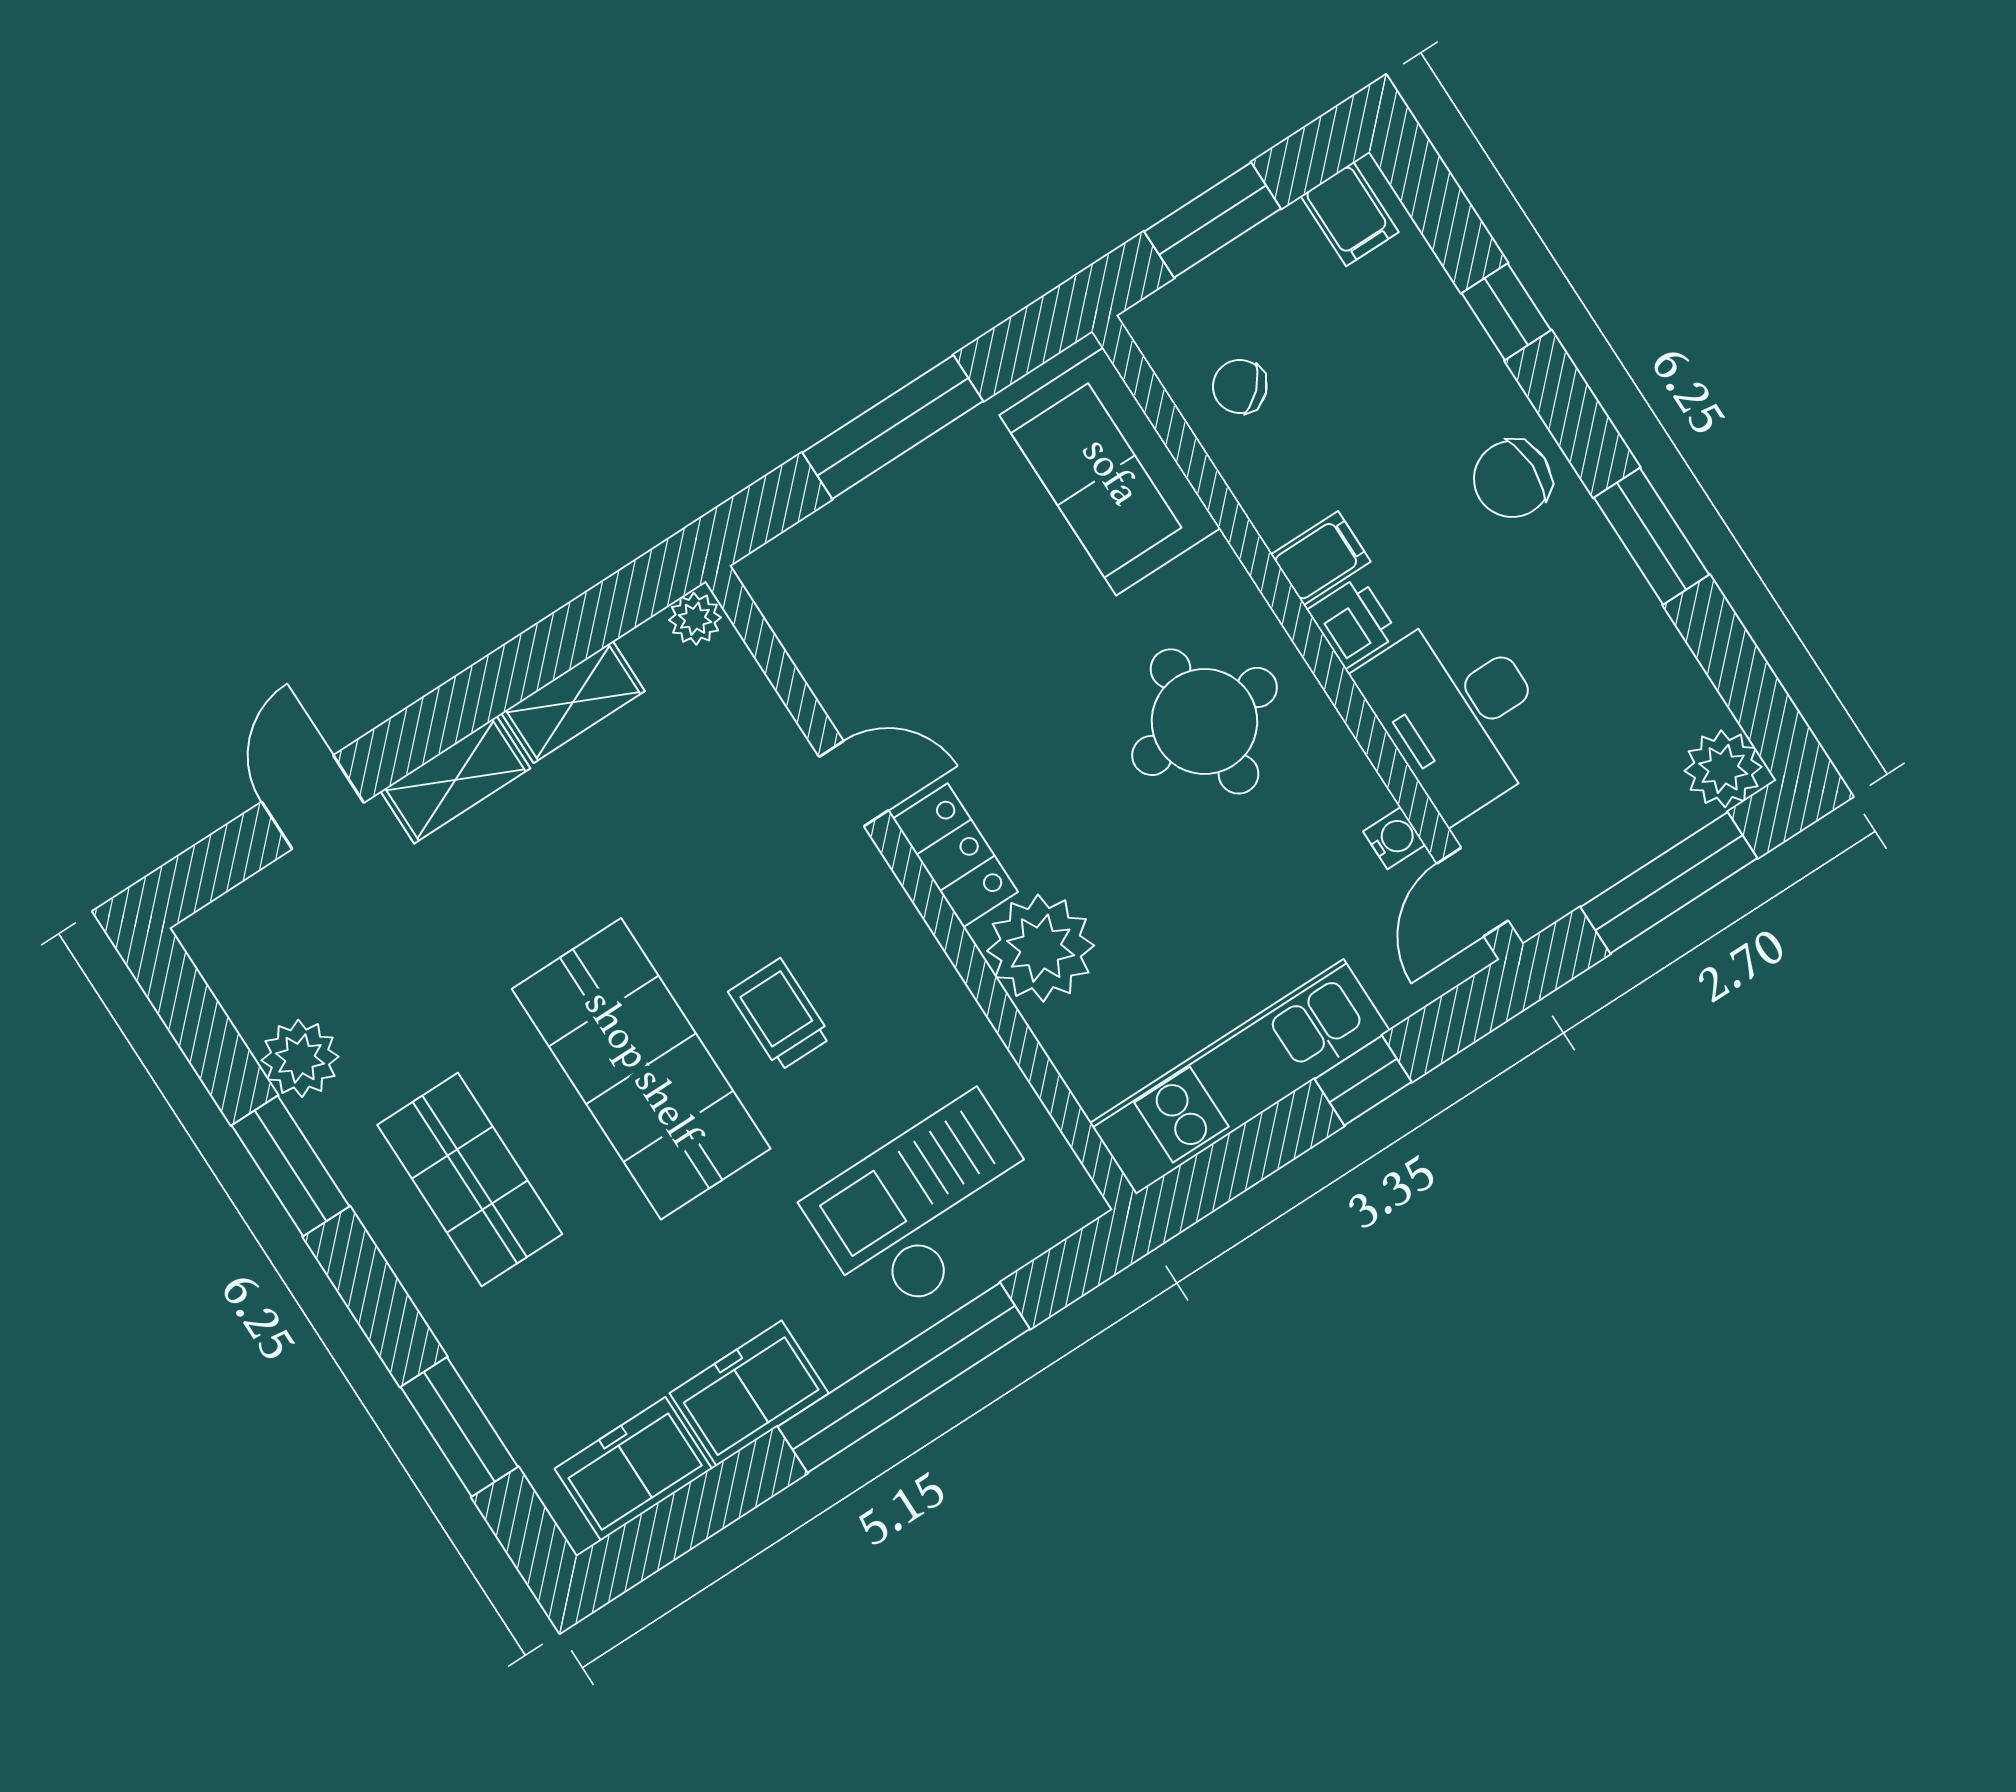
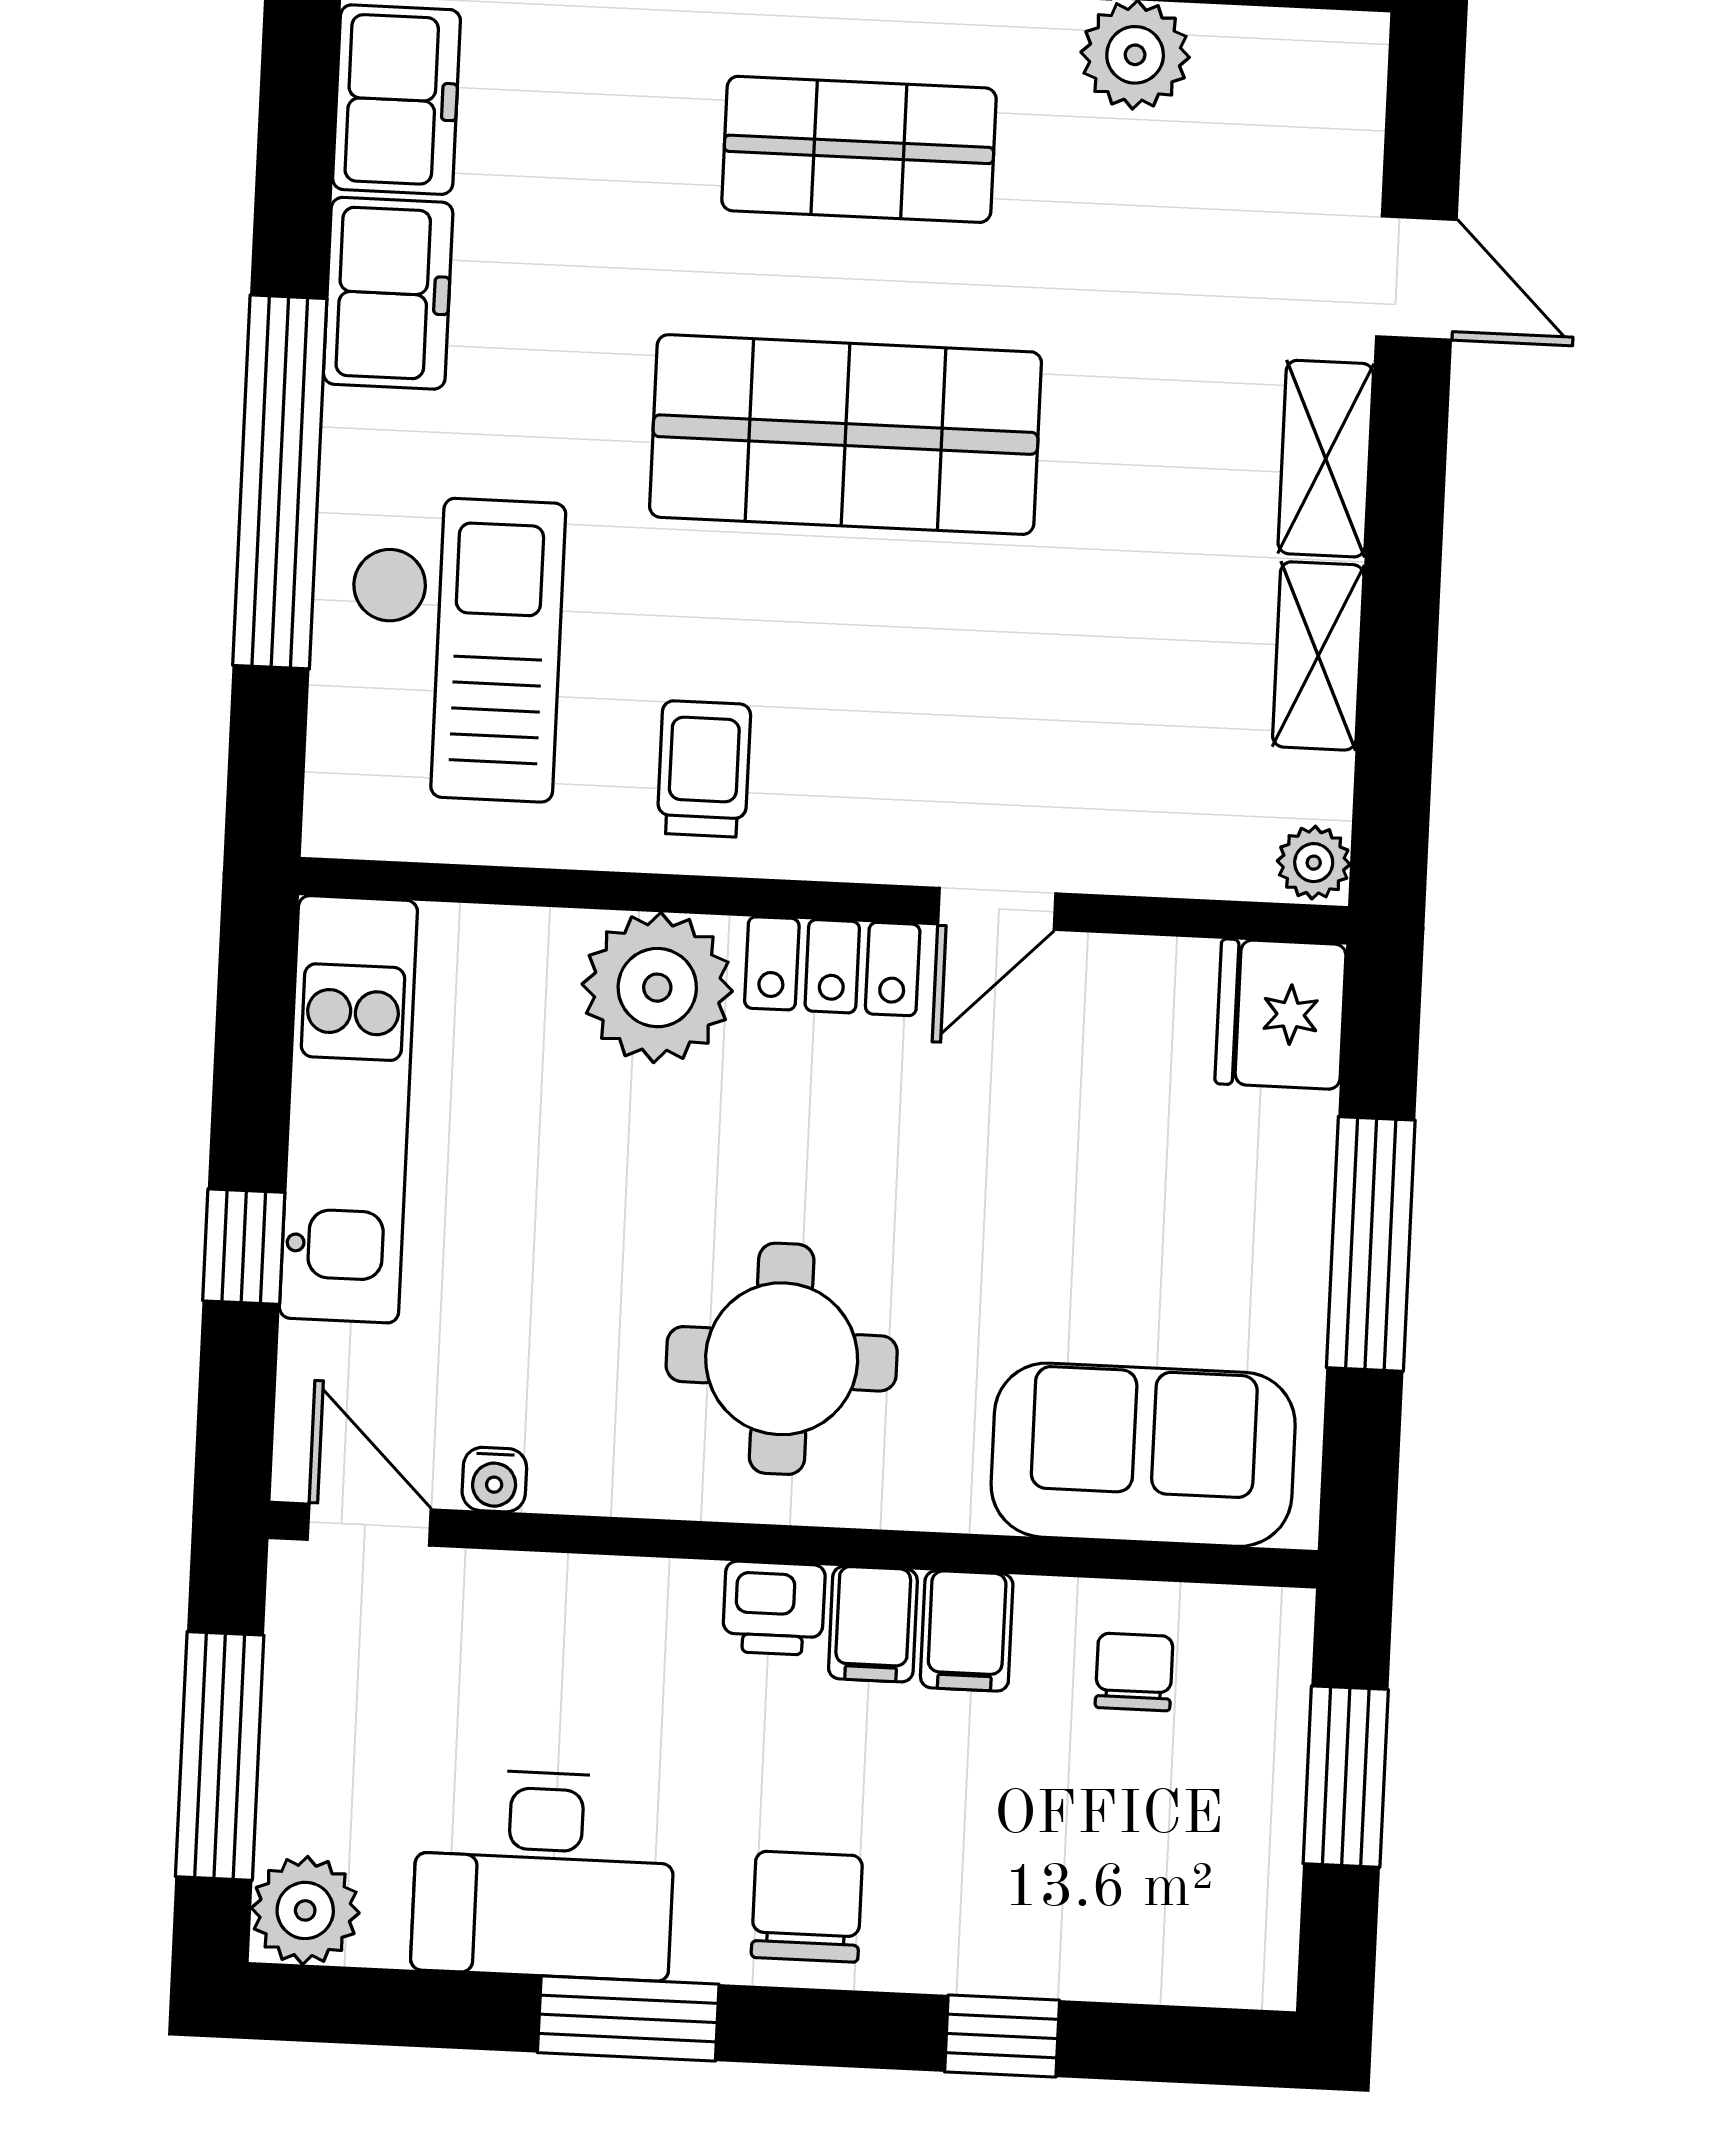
filing cabinet: (1350, 214) -> (967, 1631), moved, turned -90
chair: (1240, 386) -> (1134, 1672), turned -46
fridge: (797, 575) -> (1281, 1014), added
desk: (1459, 712) -> (544, 1874), moved, turned 180
trolley: (780, 1015) -> (704, 769), moved, turned -90

